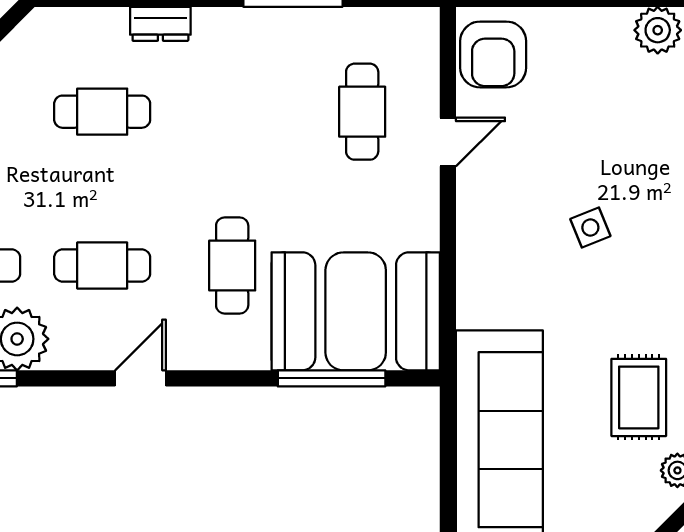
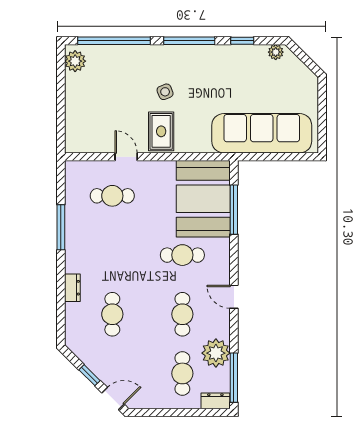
armchair: (493, 54) -> (86, 136), removed
rug: (639, 397) -> (161, 131), moved, turned 90

